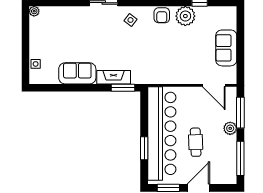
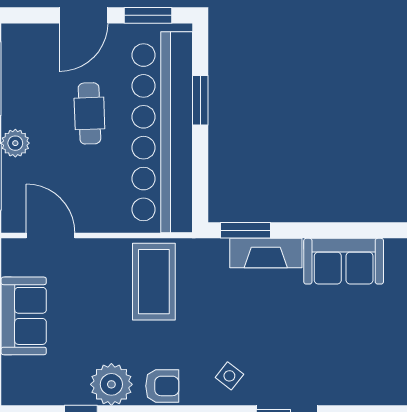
armchair: (162, 15) -> (162, 386), turned 90
coffee table: (166, 64) -> (154, 282), added

